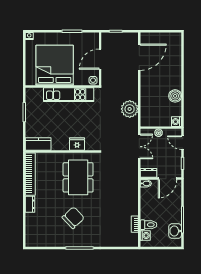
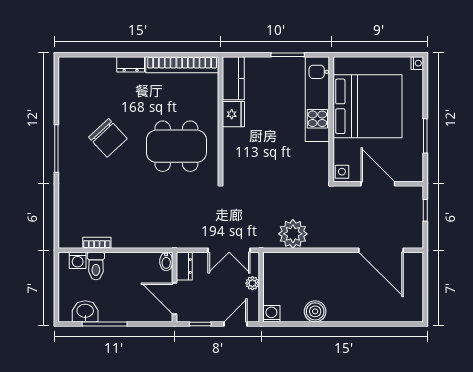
kitchen unit: (69, 95) -> (317, 99), moved
fridge: (77, 144) -> (233, 114), moved

